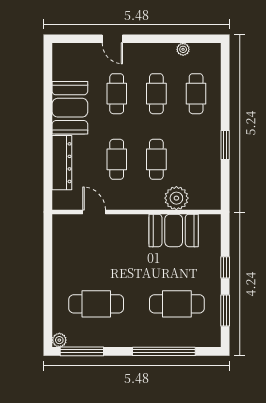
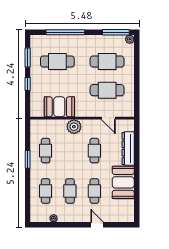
cafe table: (156, 159) -> (46, 151), moved
plant: (176, 198) -> (74, 127), moved
cafe table: (96, 257) -> (107, 90), added

